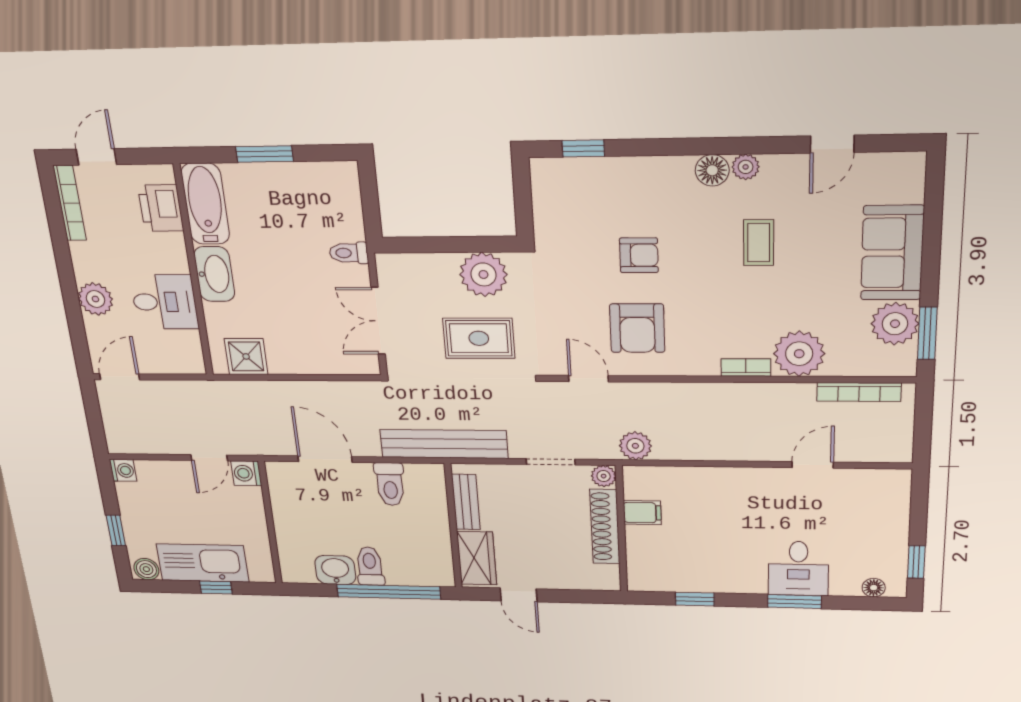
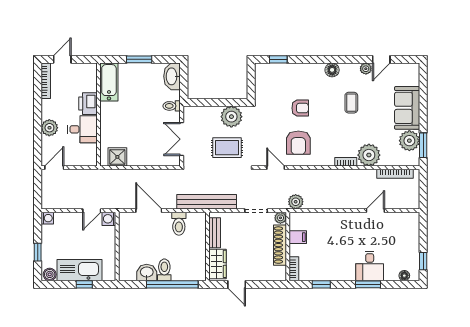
plant: (746, 167) -> (366, 69), moved
printer: (161, 208) -> (88, 104), moved
washbasin: (214, 274) -> (172, 76), moved, turned 180
bookcase: (636, 570) -> (294, 269), added

